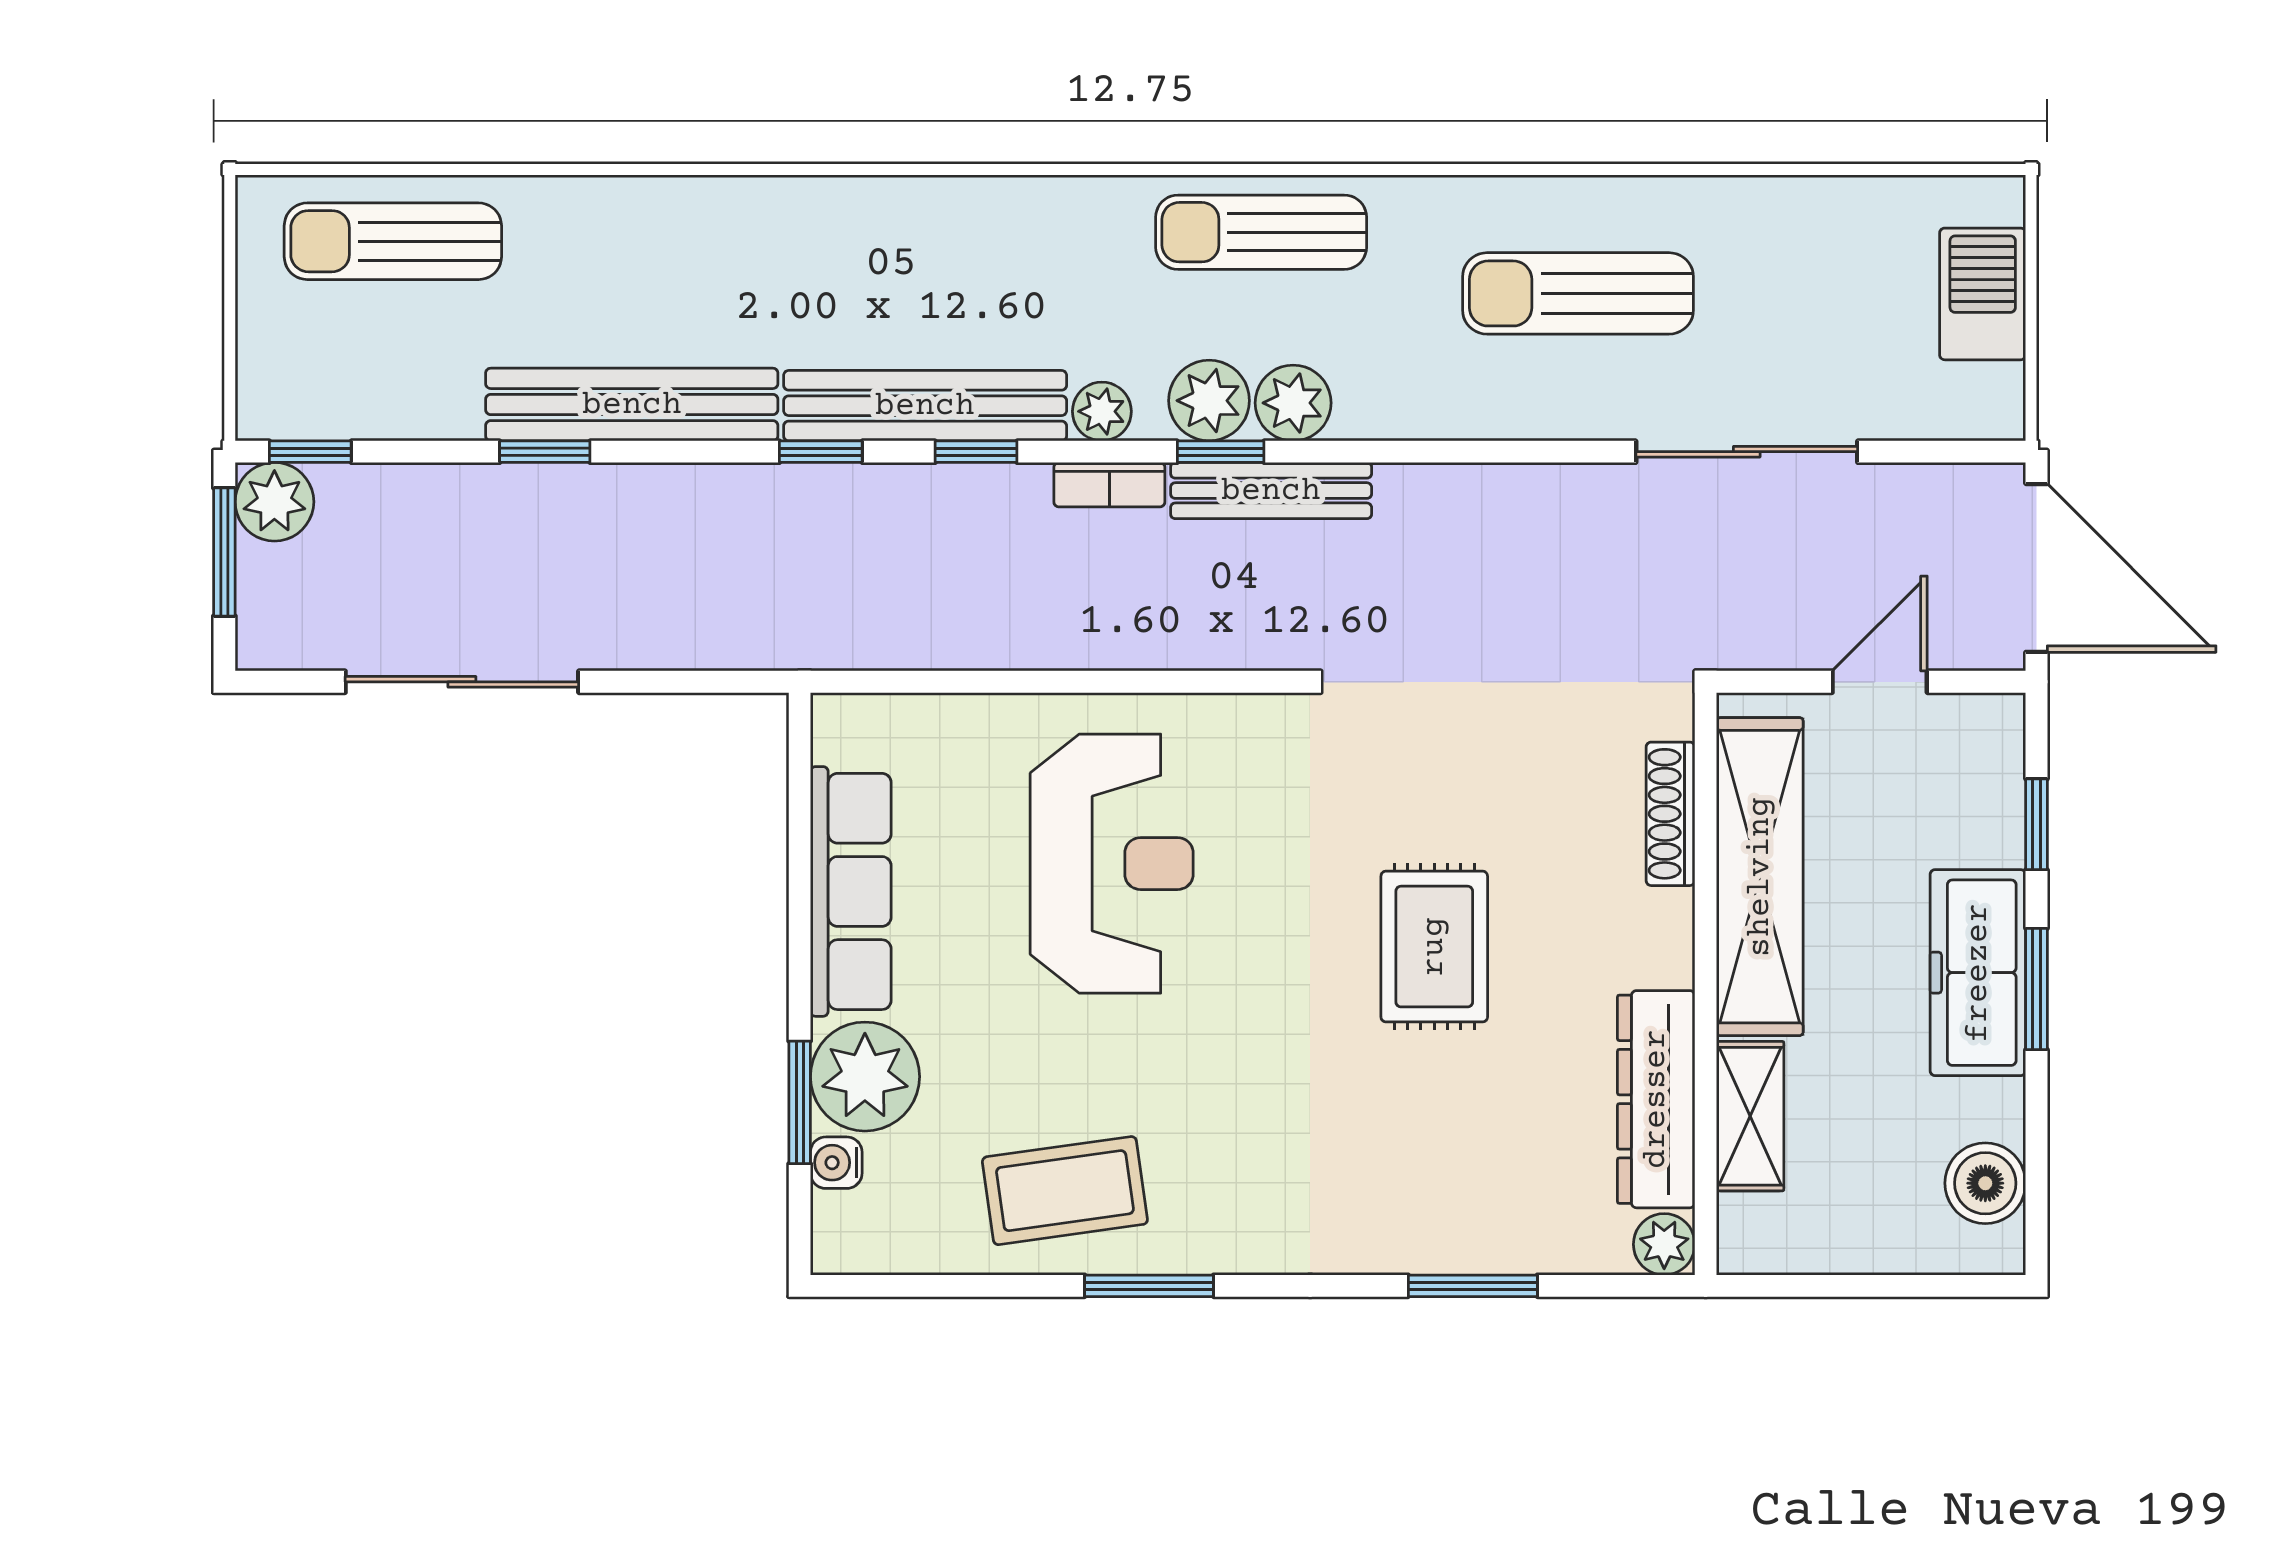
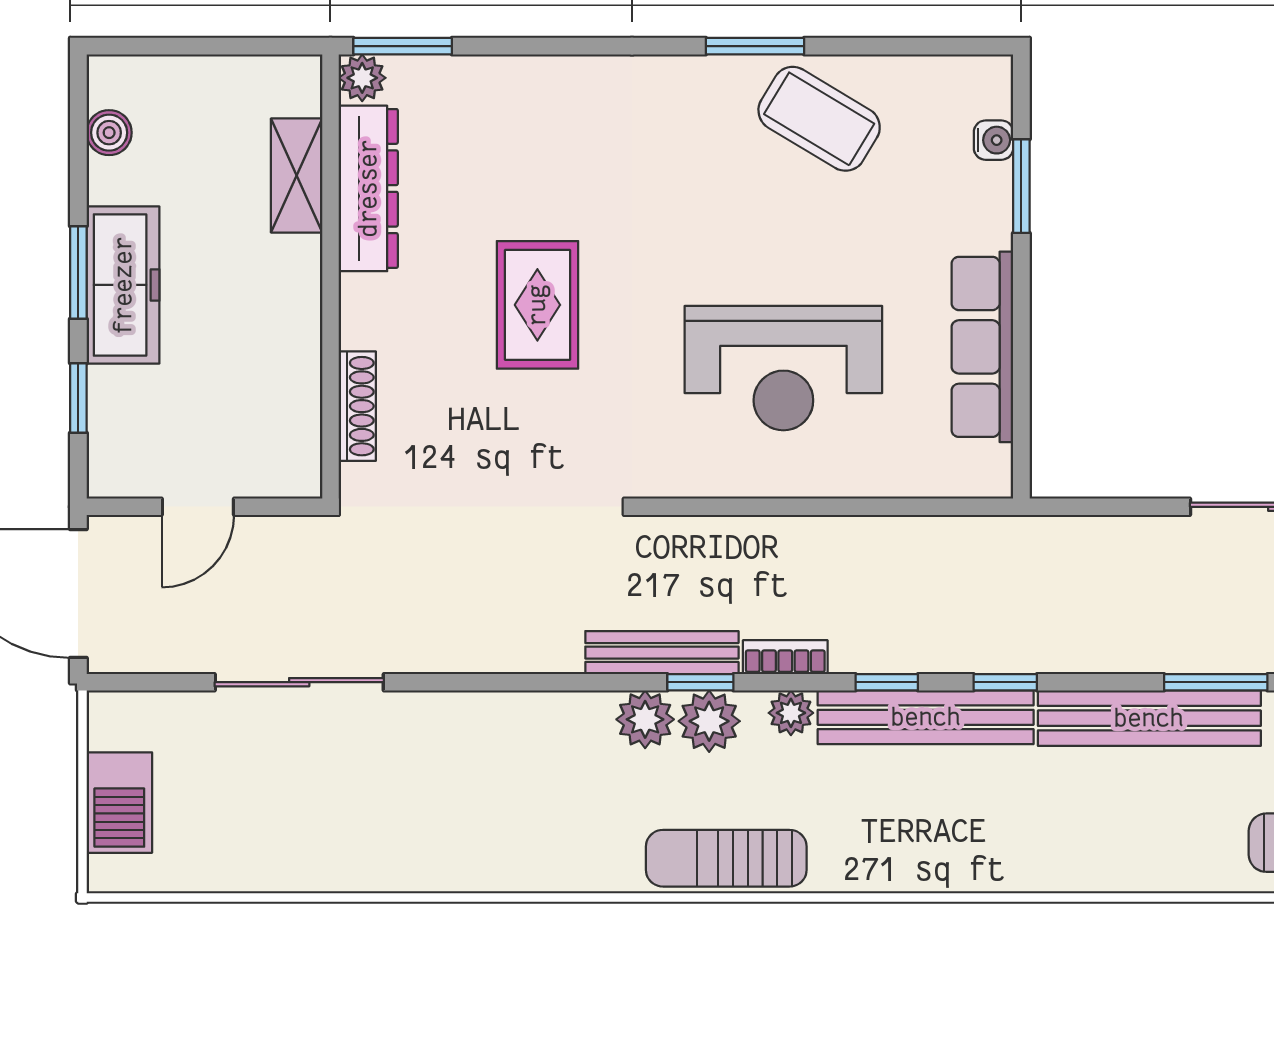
sun lounger: (1261, 232) -> (726, 858), moved, turned 180
sun lounger: (1578, 293) -> (428, 803), removed
window: (545, 452) -> (1216, 682), width x1.50
reception desk: (1112, 864) -> (783, 368), turned -90
shelving: (1760, 877) -> (289, 358), removed
plant: (865, 1077) -> (972, 206), removed
boiler: (1985, 1183) -> (109, 133), width x0.73, depth x0.73
coffee table: (1065, 1191) -> (819, 119), turned 39
window: (1473, 1286) -> (403, 46), moved

